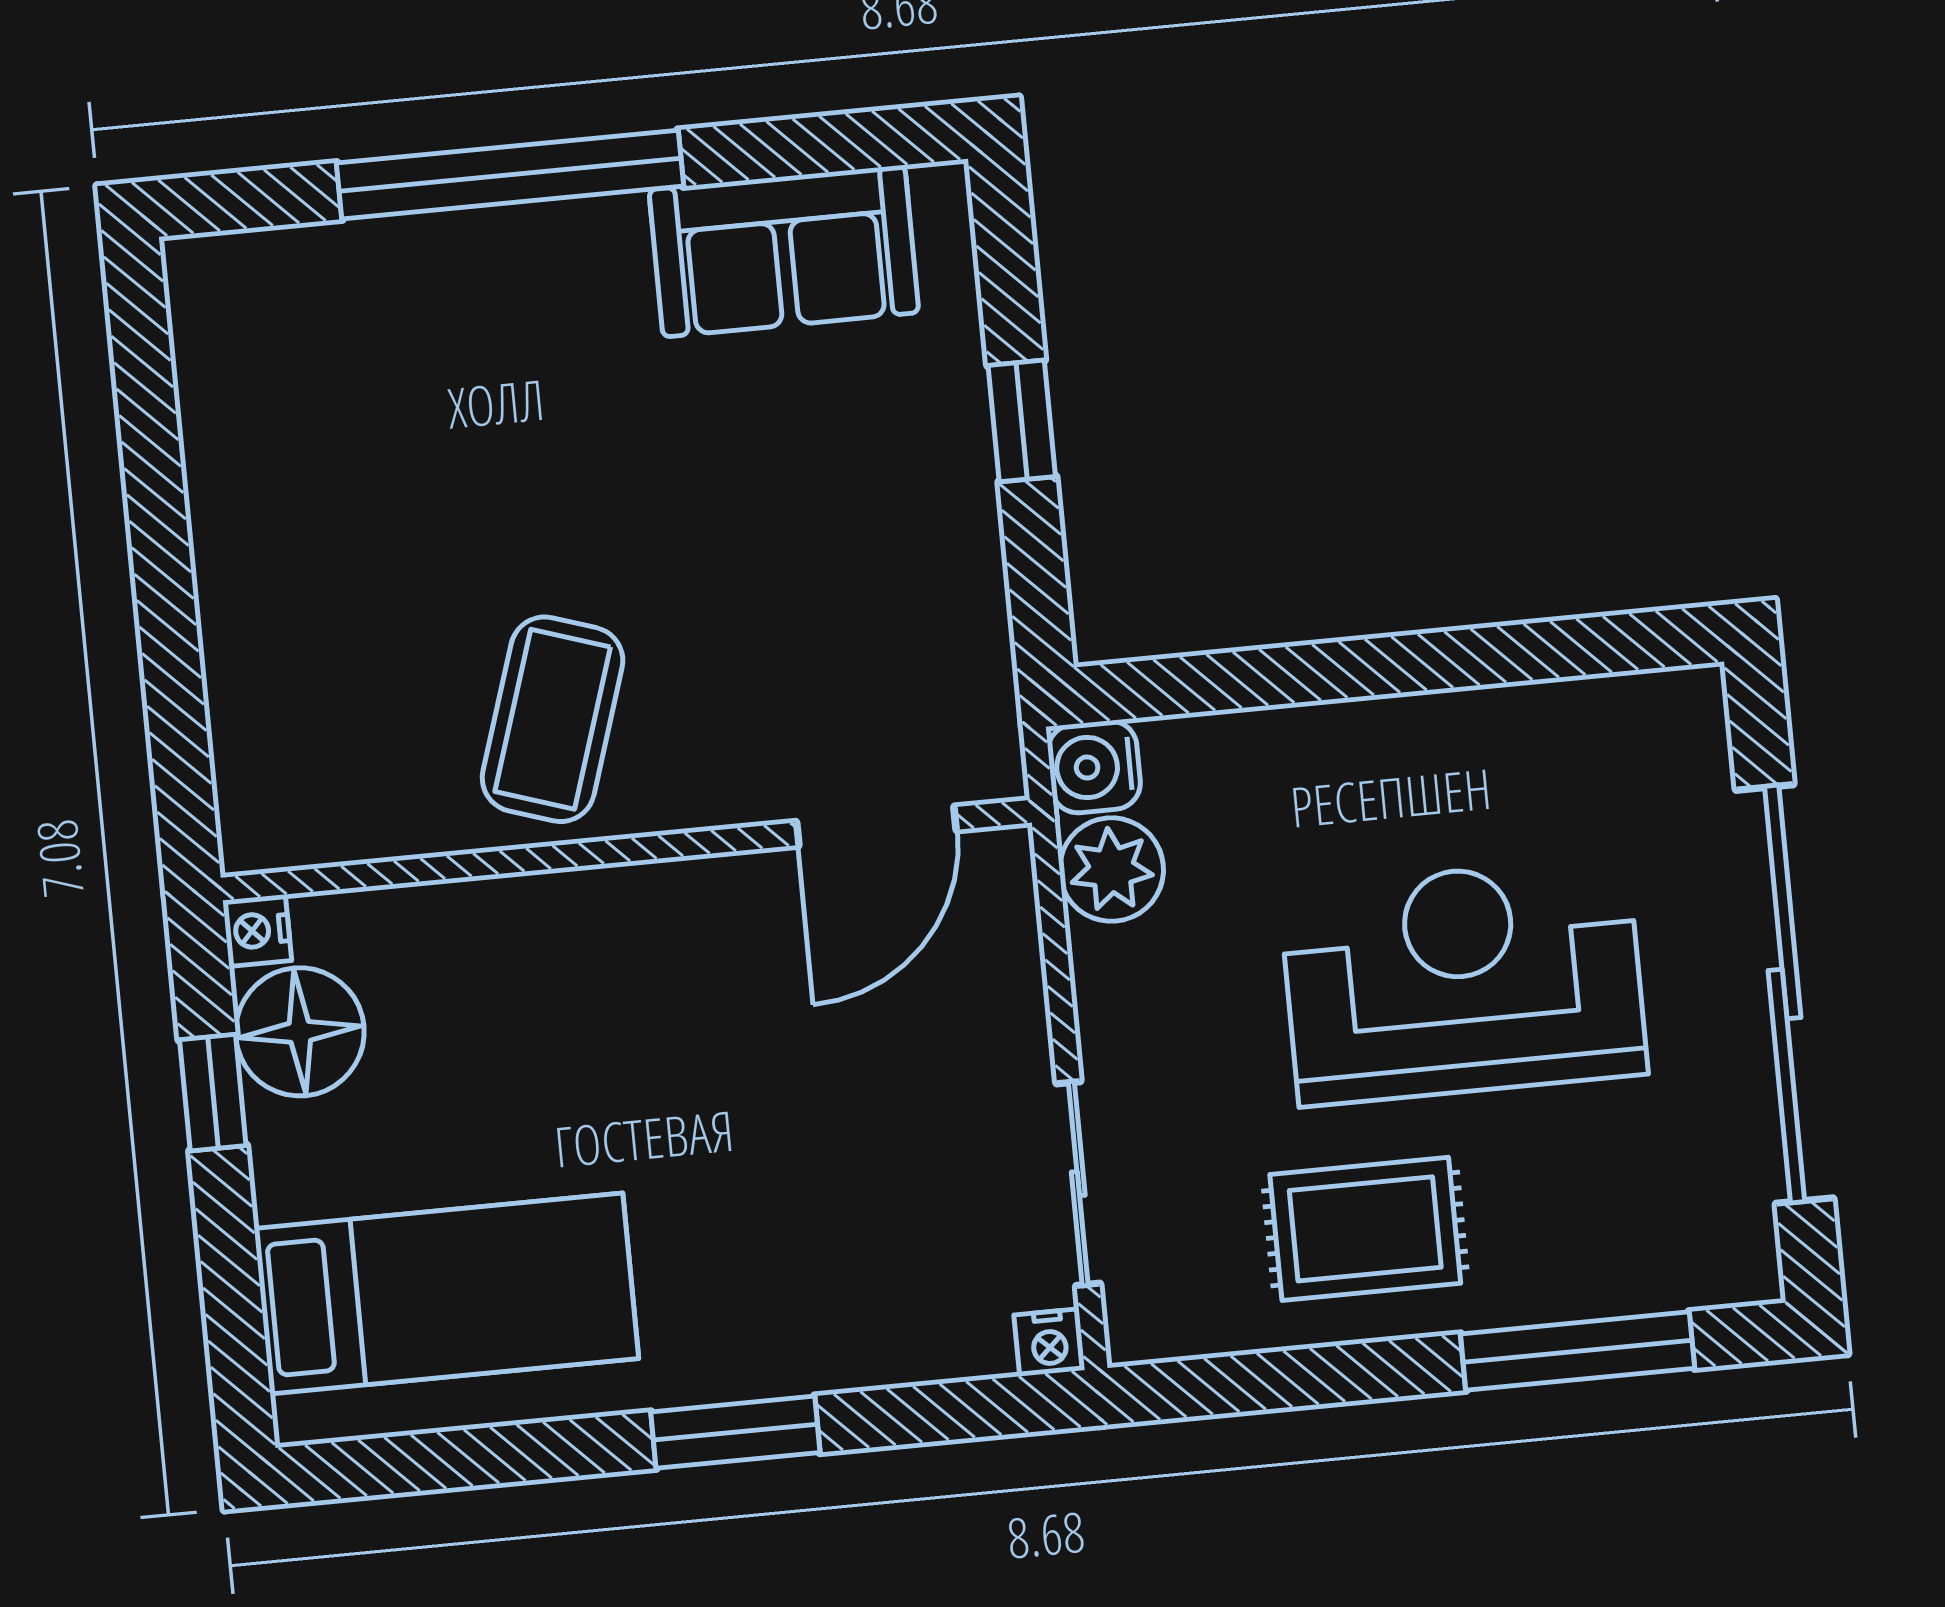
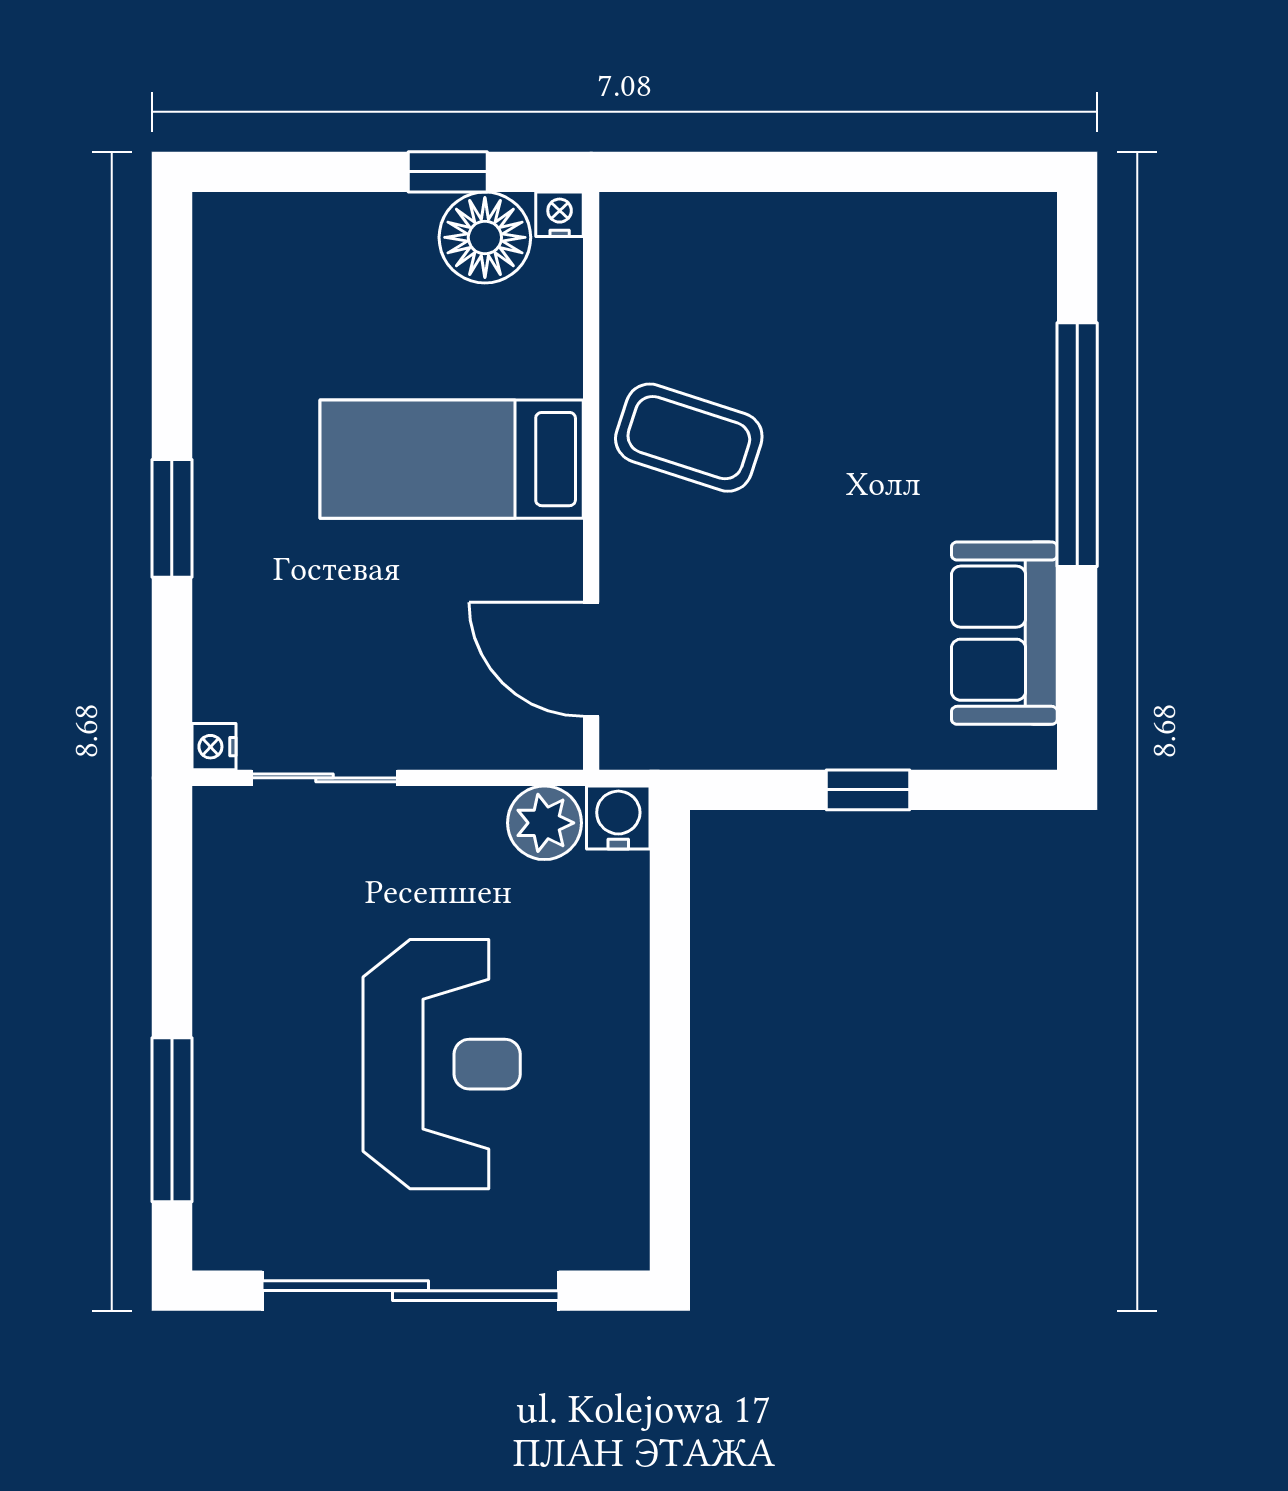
rug: (1365, 1229) -> (273, 978), removed
bed: (446, 1293) -> (452, 459), moved, turned 90

